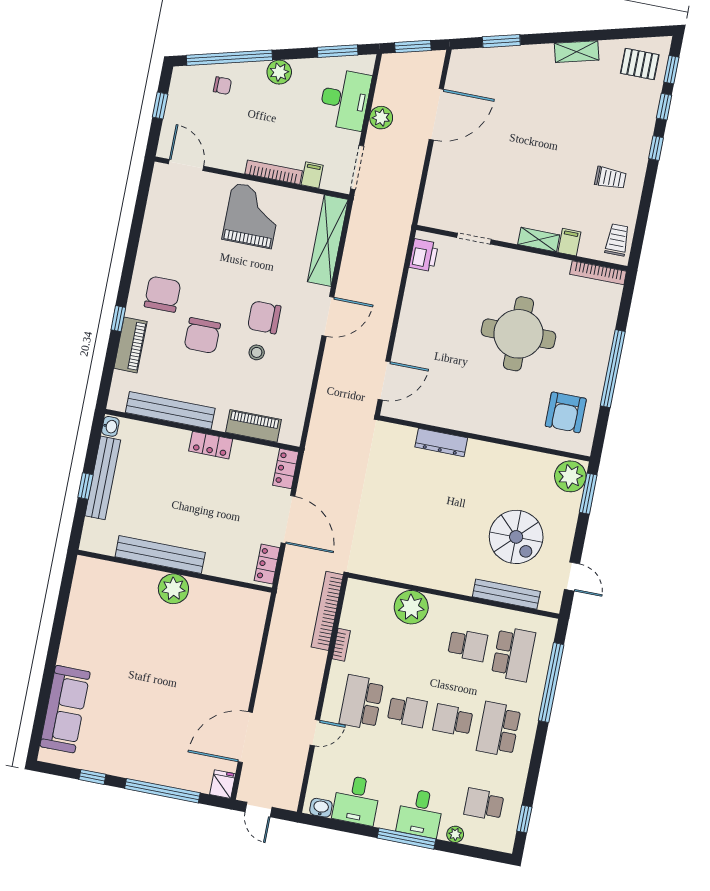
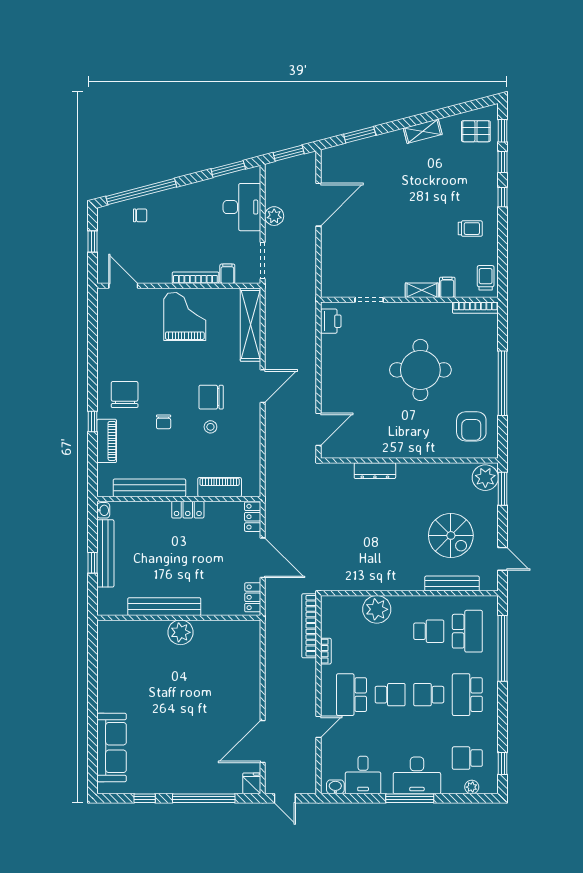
plant: (279, 72) -> (184, 195), removed
chair: (202, 336) -> (164, 422), width x0.54, depth x0.54
desk: (420, 813) -> (417, 775), width x1.37
plant: (455, 834) -> (472, 787), moved

